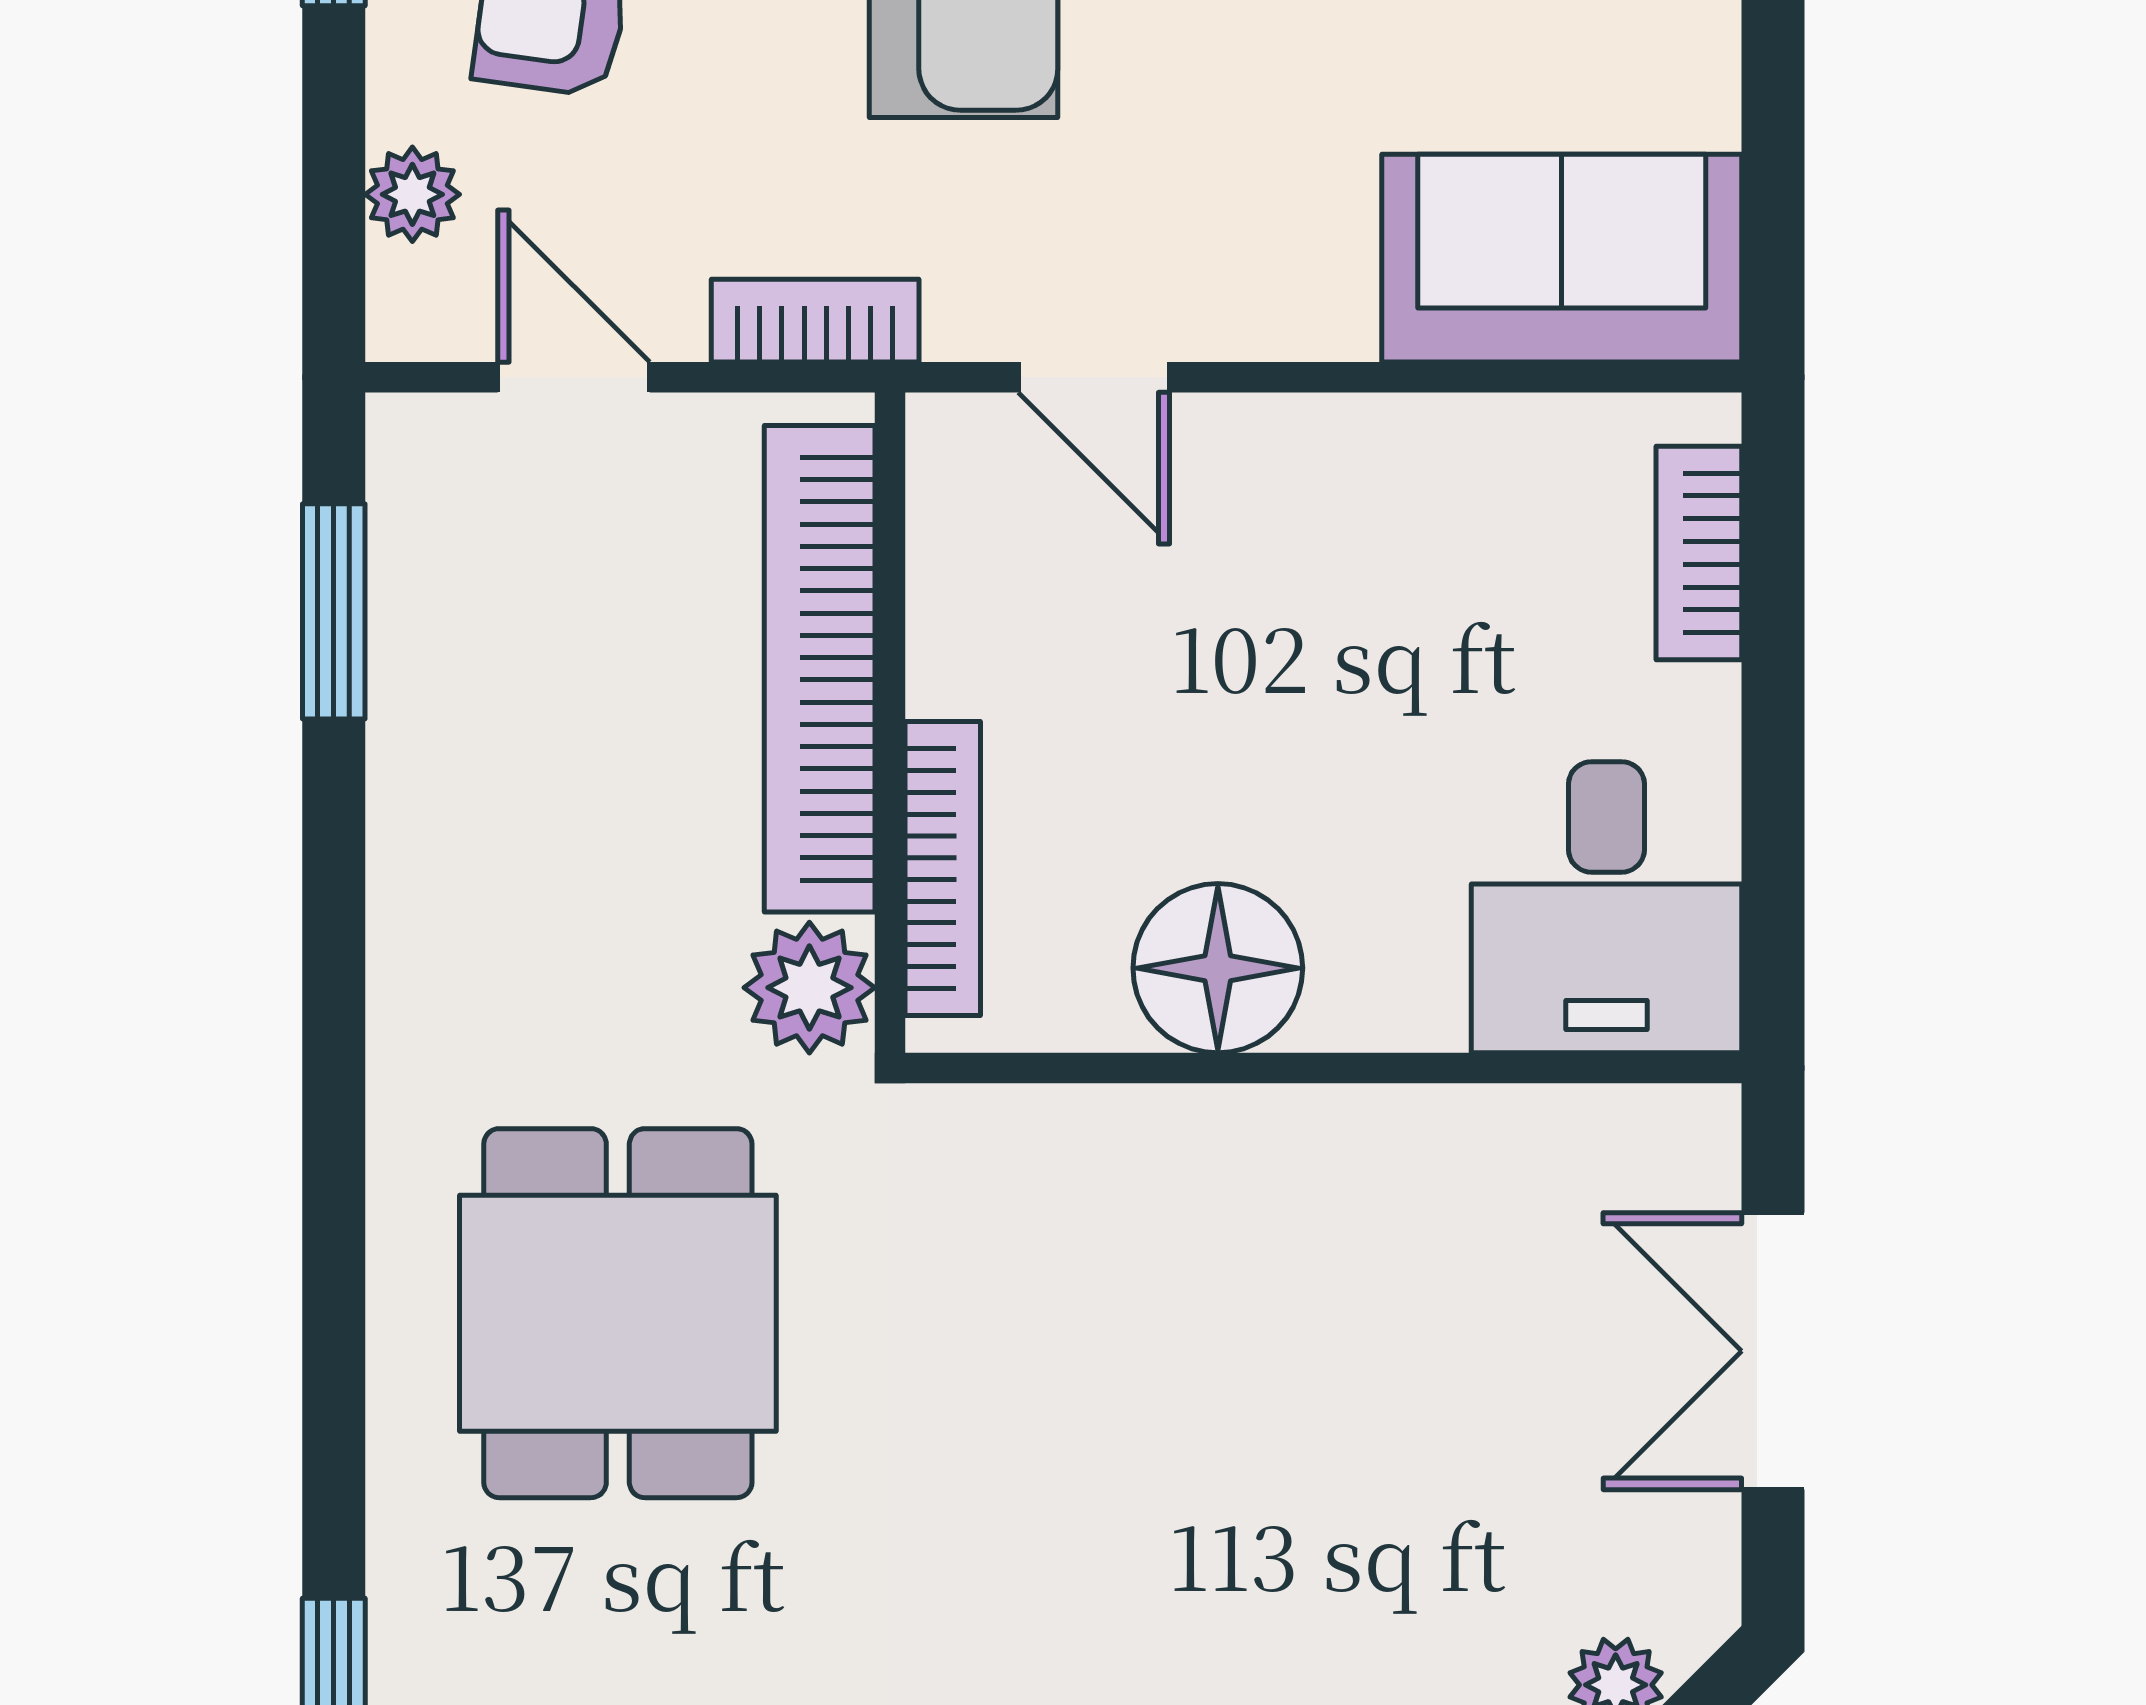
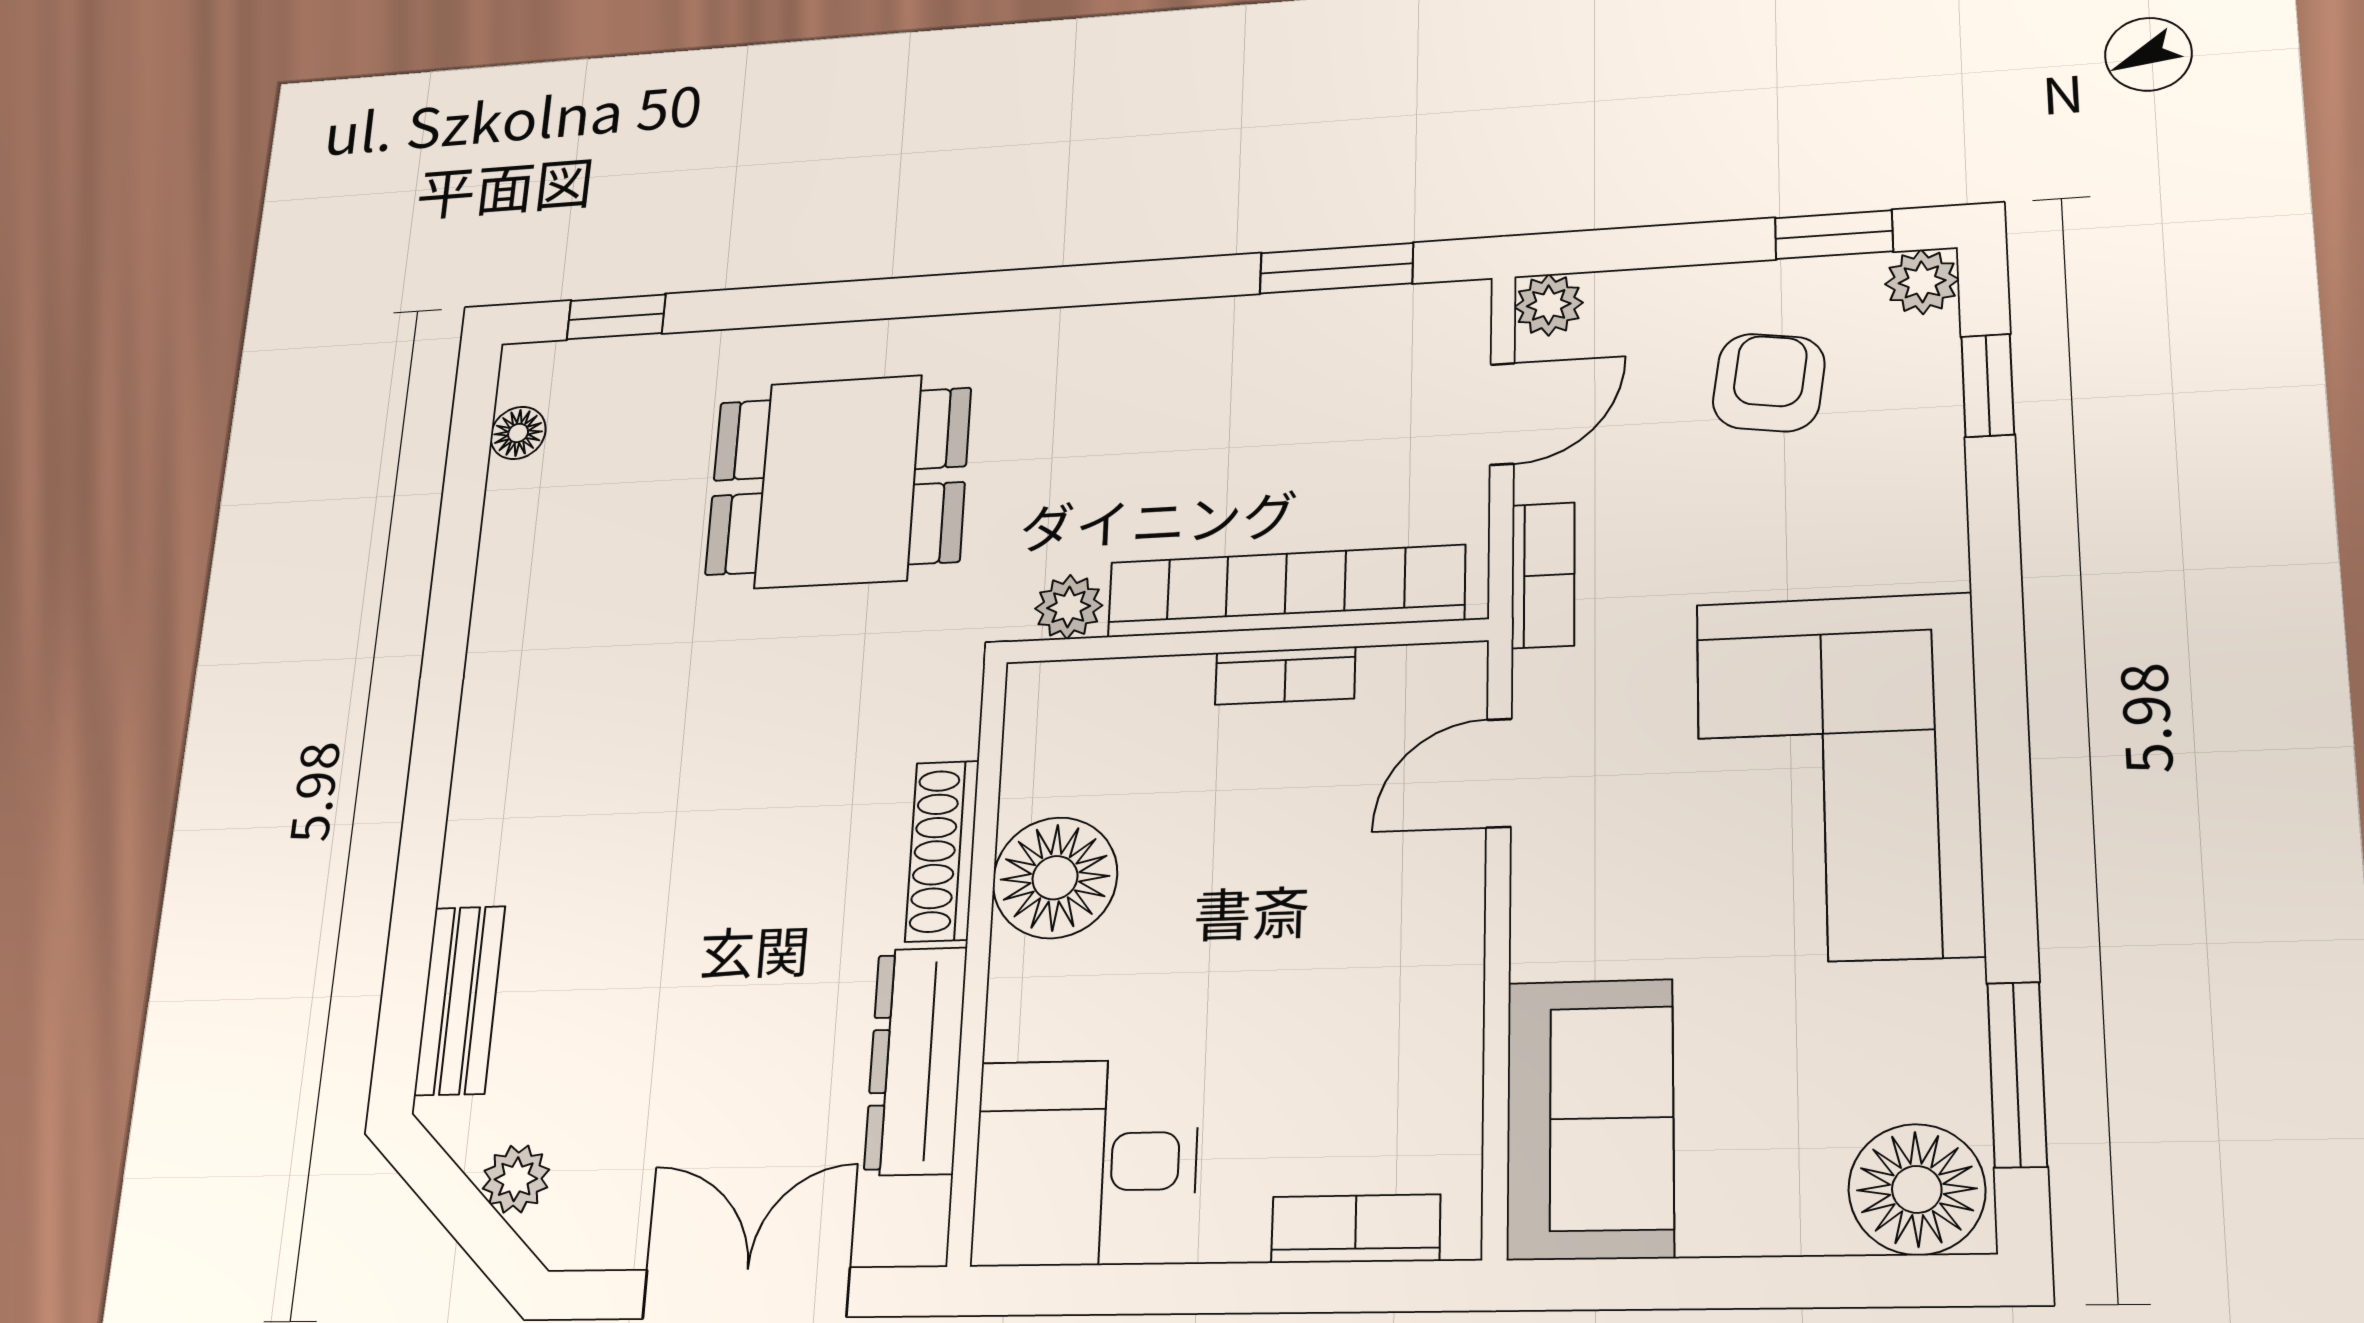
plant: (412, 194) -> (1549, 305), moved
bookcase: (943, 869) -> (1285, 676), moved, width x0.64
plant: (809, 988) -> (1069, 607), width x0.73, depth x0.73
shoe rack: (1174, 1126) -> (942, 851), added
dresser: (1465, 1143) -> (916, 1061), added

